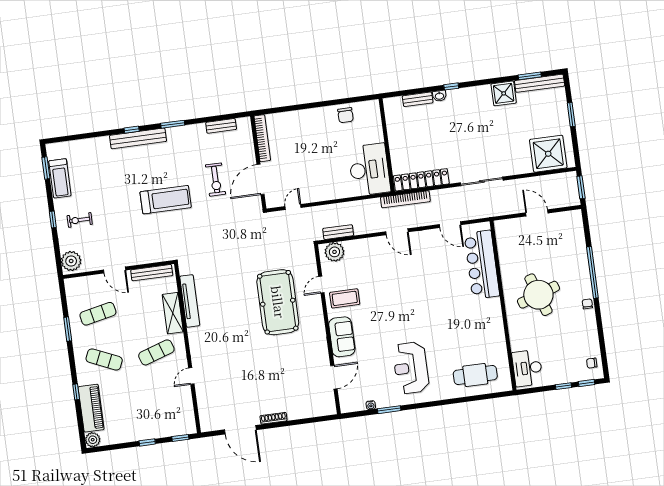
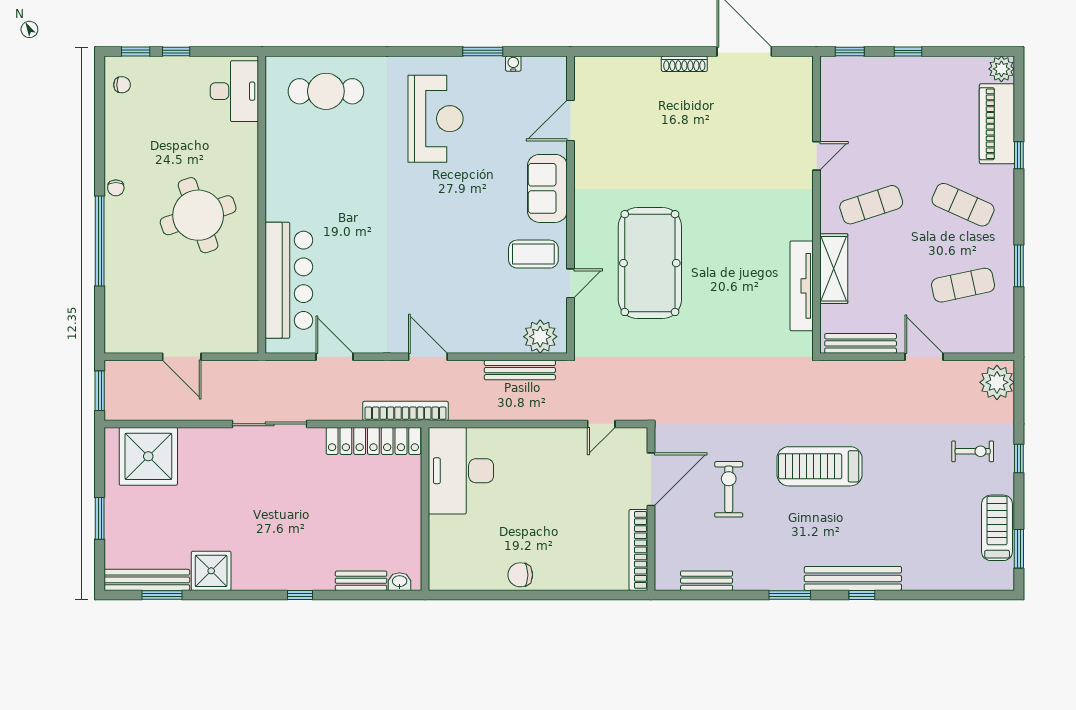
washbasin: (439, 96) -> (400, 582), moved
chair: (345, 115) -> (520, 575), moved, turned -90
bench: (338, 232) -> (520, 370), width x1.36

